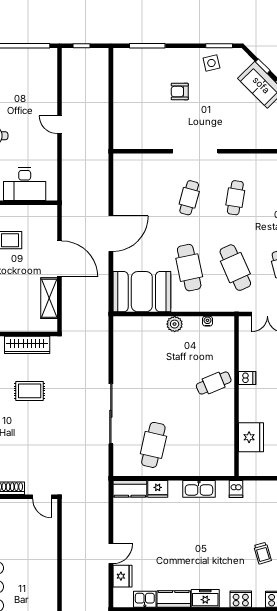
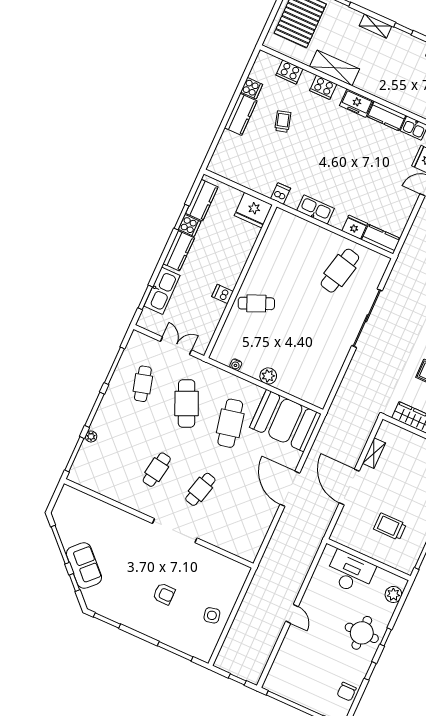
side table: (211, 63) -> (212, 615), moved
door: (111, 234) -> (290, 489), hinge flipped
shelving: (49, 298) -> (374, 453), width x0.67, depth x0.75
fridge: (251, 437) -> (253, 210), moved, turned -90

